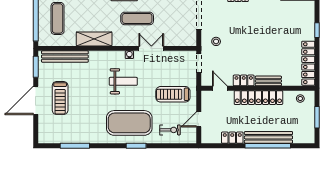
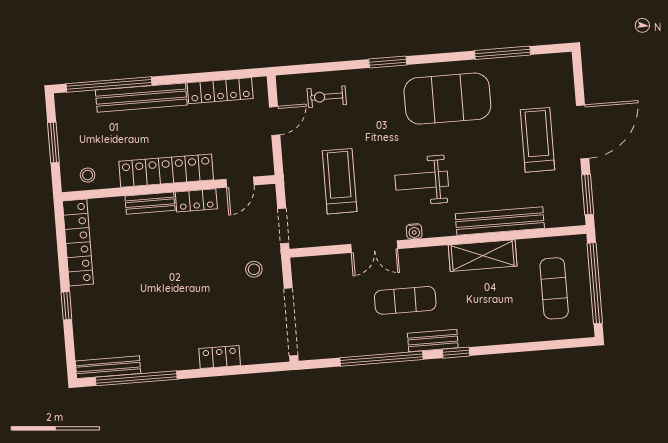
bench: (65, 57) -> (500, 221), moved
door: (220, 88) -> (240, 182), hinge flipped
treadmill: (173, 94) -> (340, 181), moved, turned -90
exercise mat: (129, 123) -> (447, 99), moved
locker: (232, 138) -> (220, 91), width x1.53
window: (268, 146) -> (109, 84), moved

